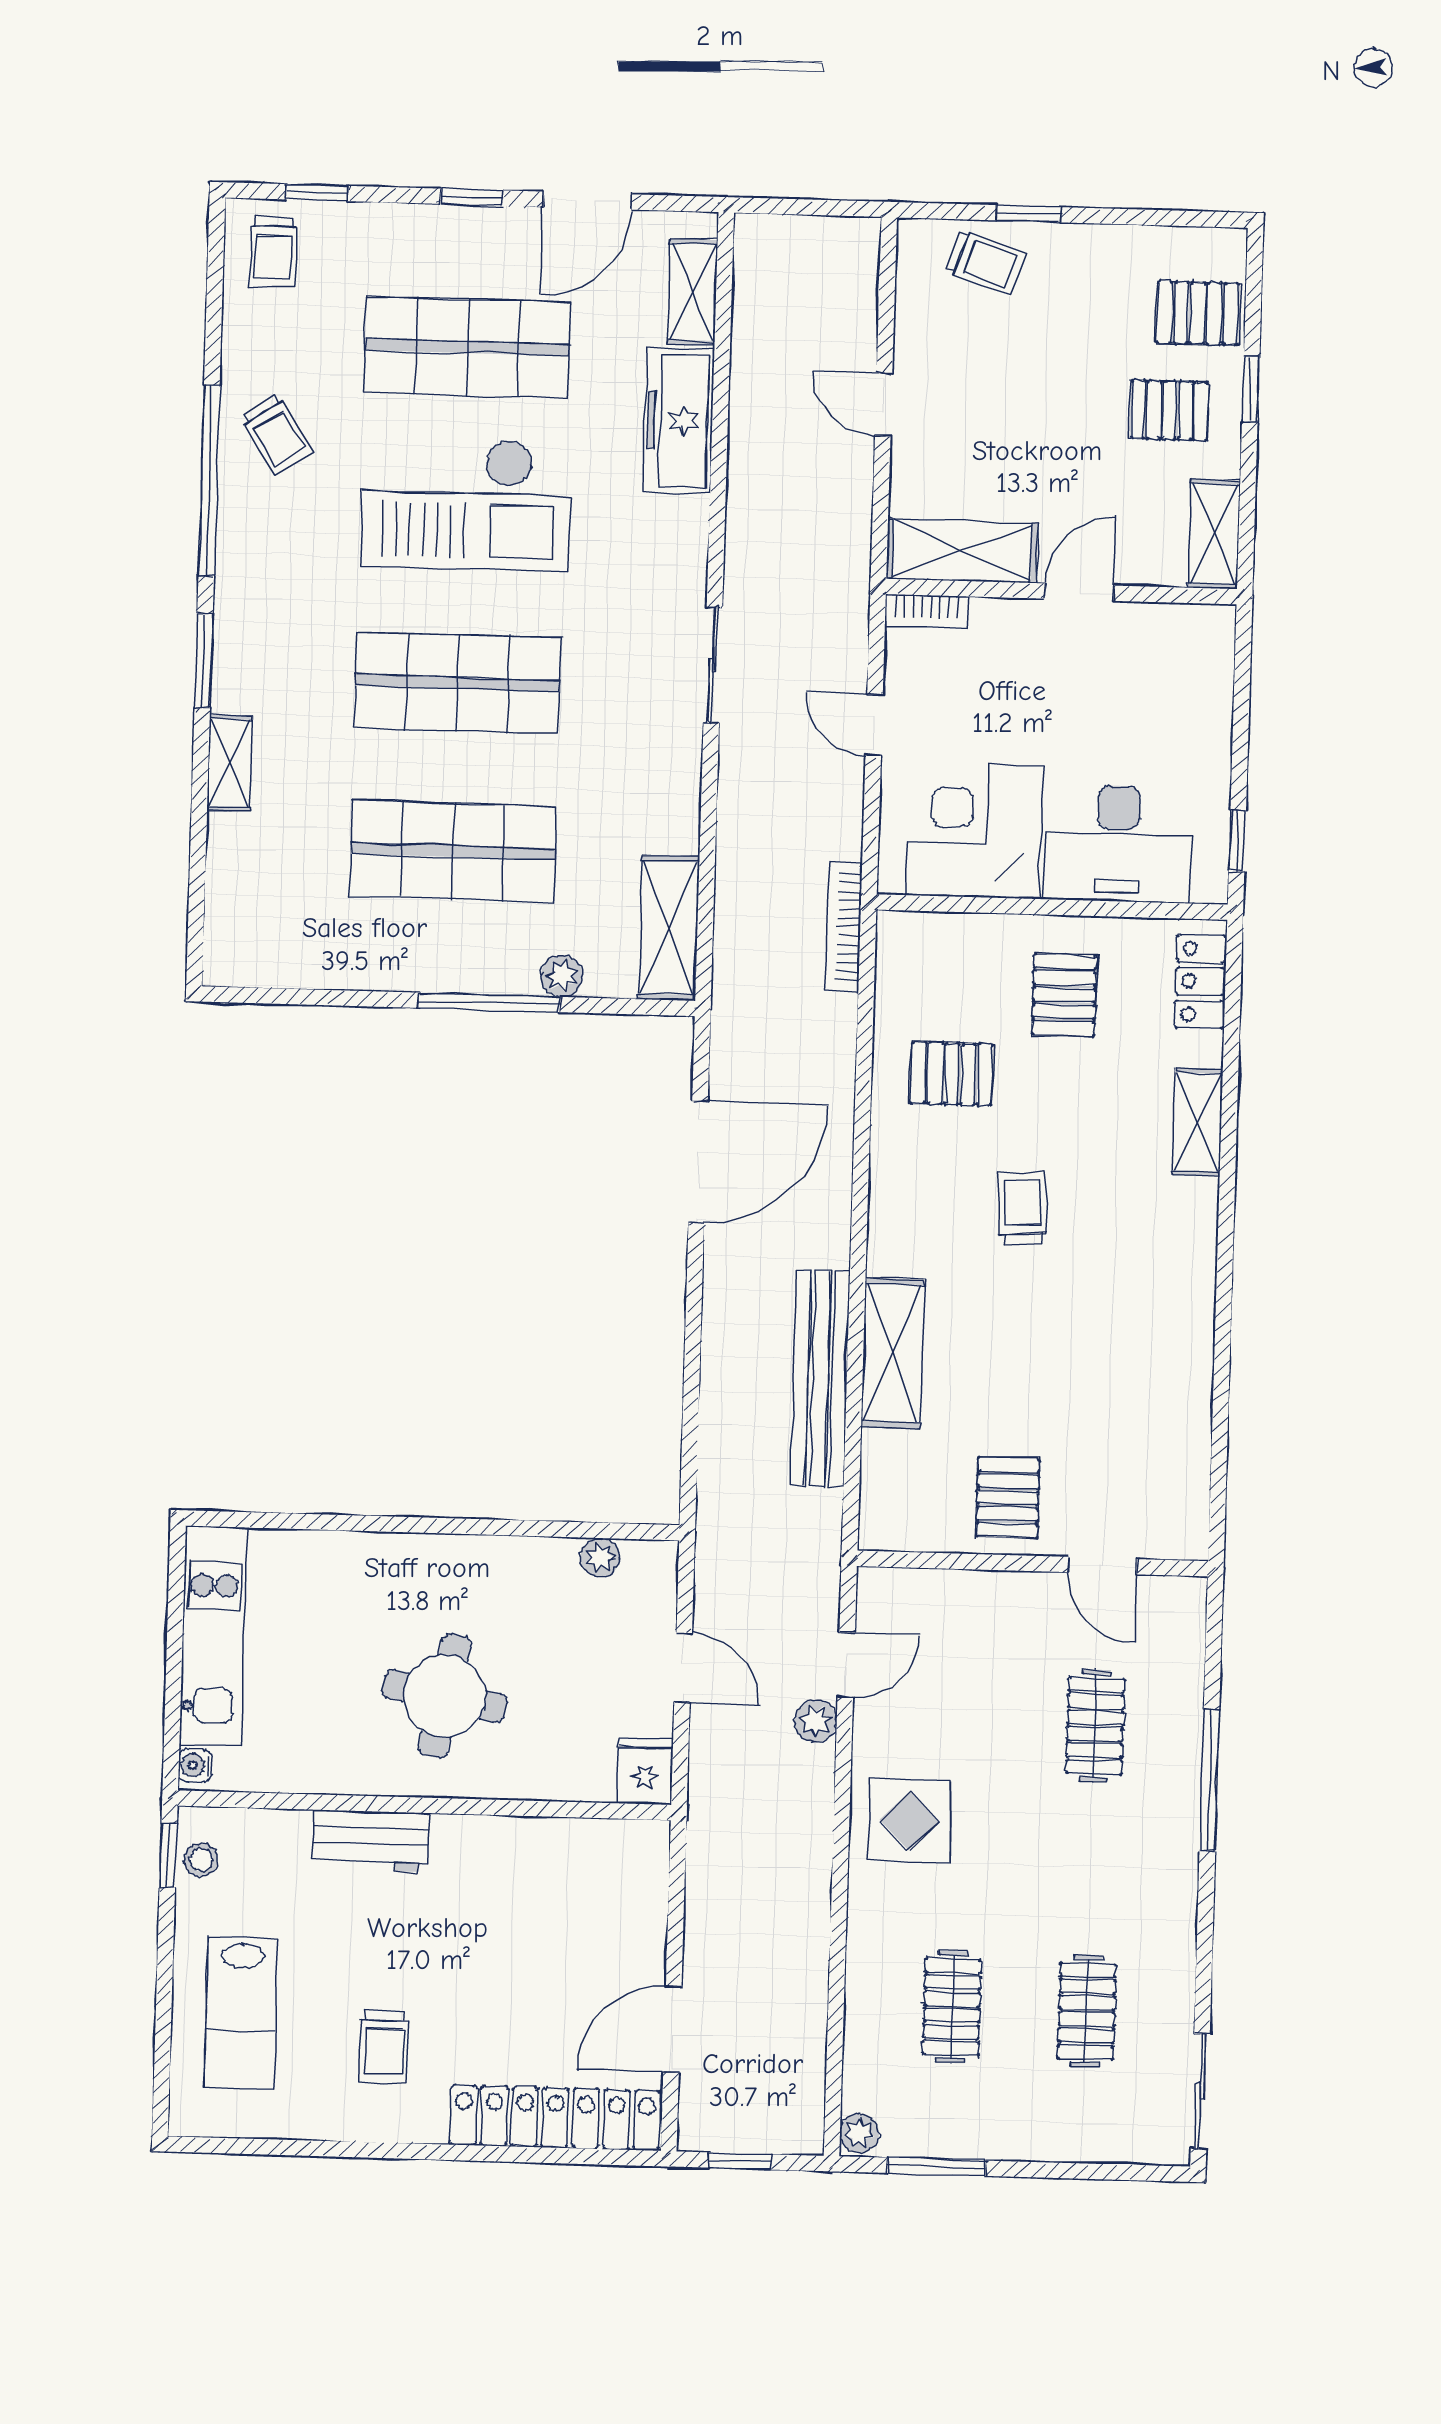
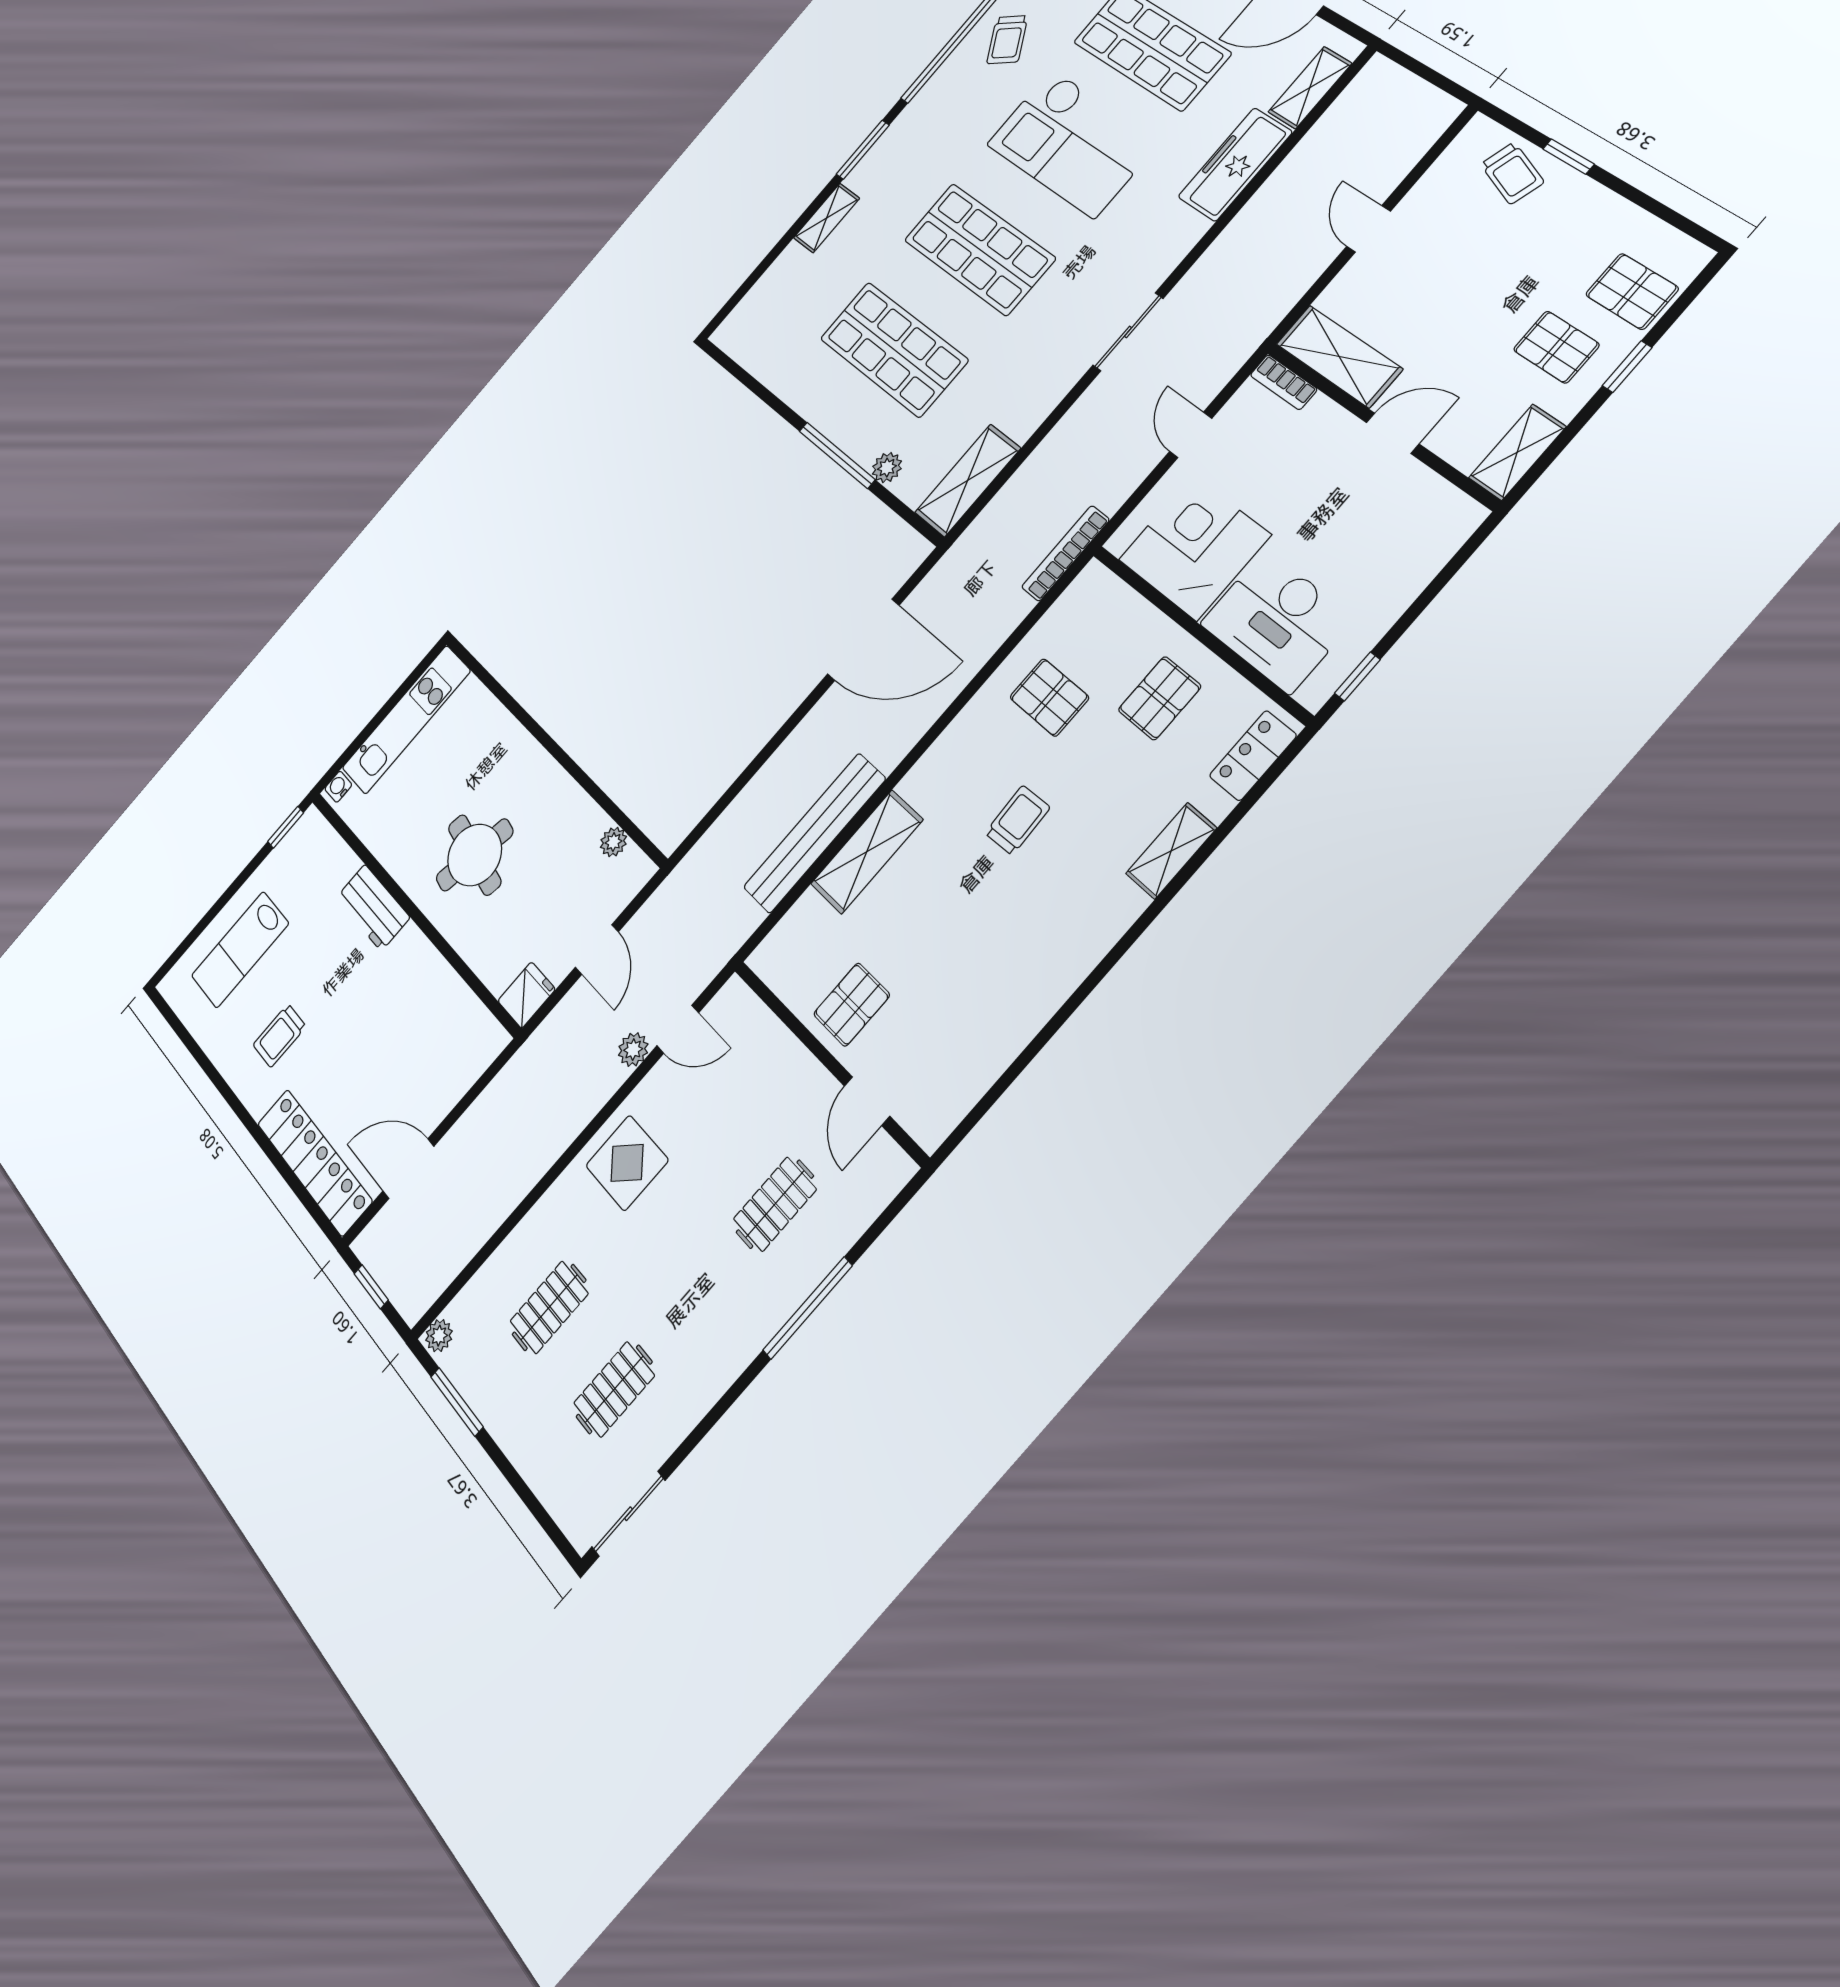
stool: (201, 1860) -> (296, 844), removed

